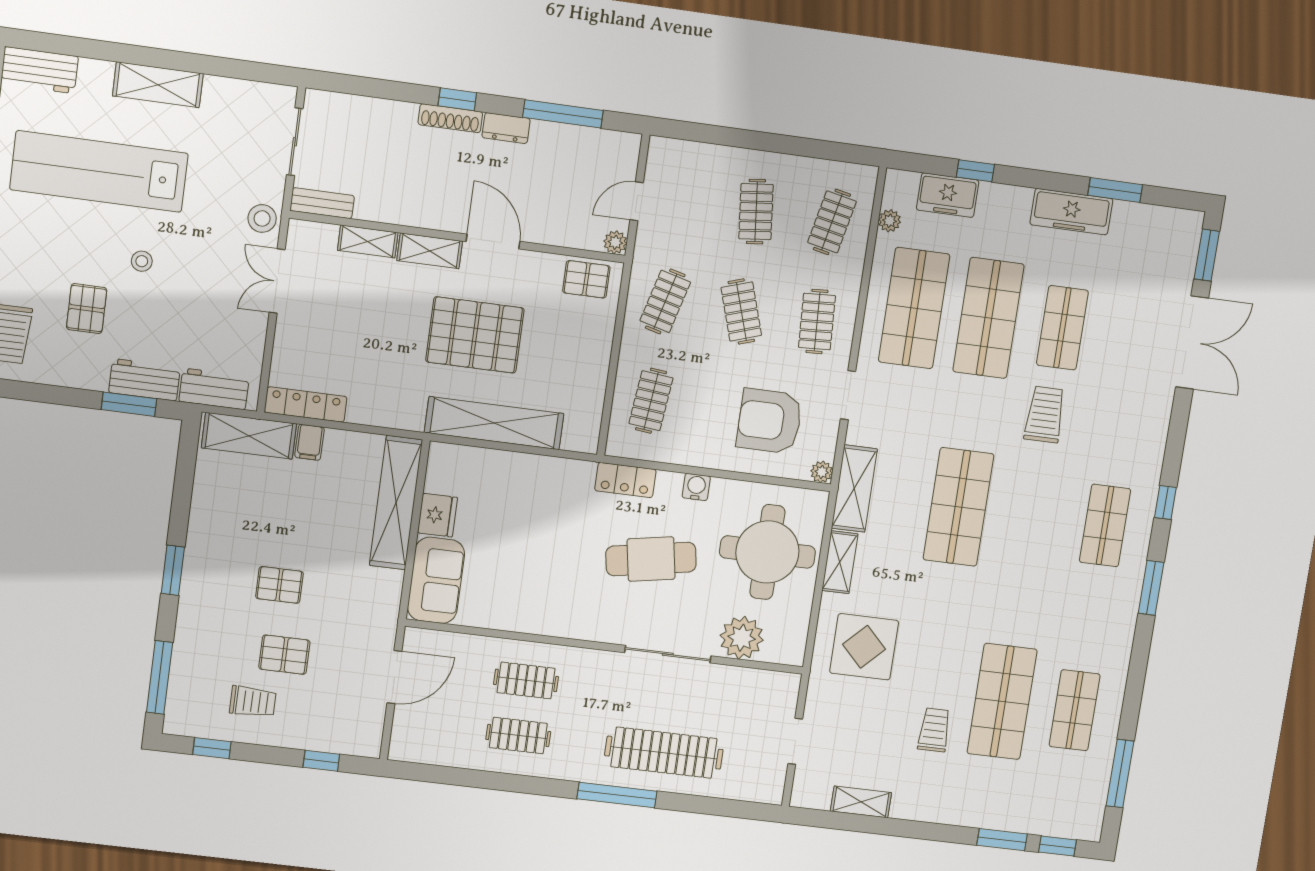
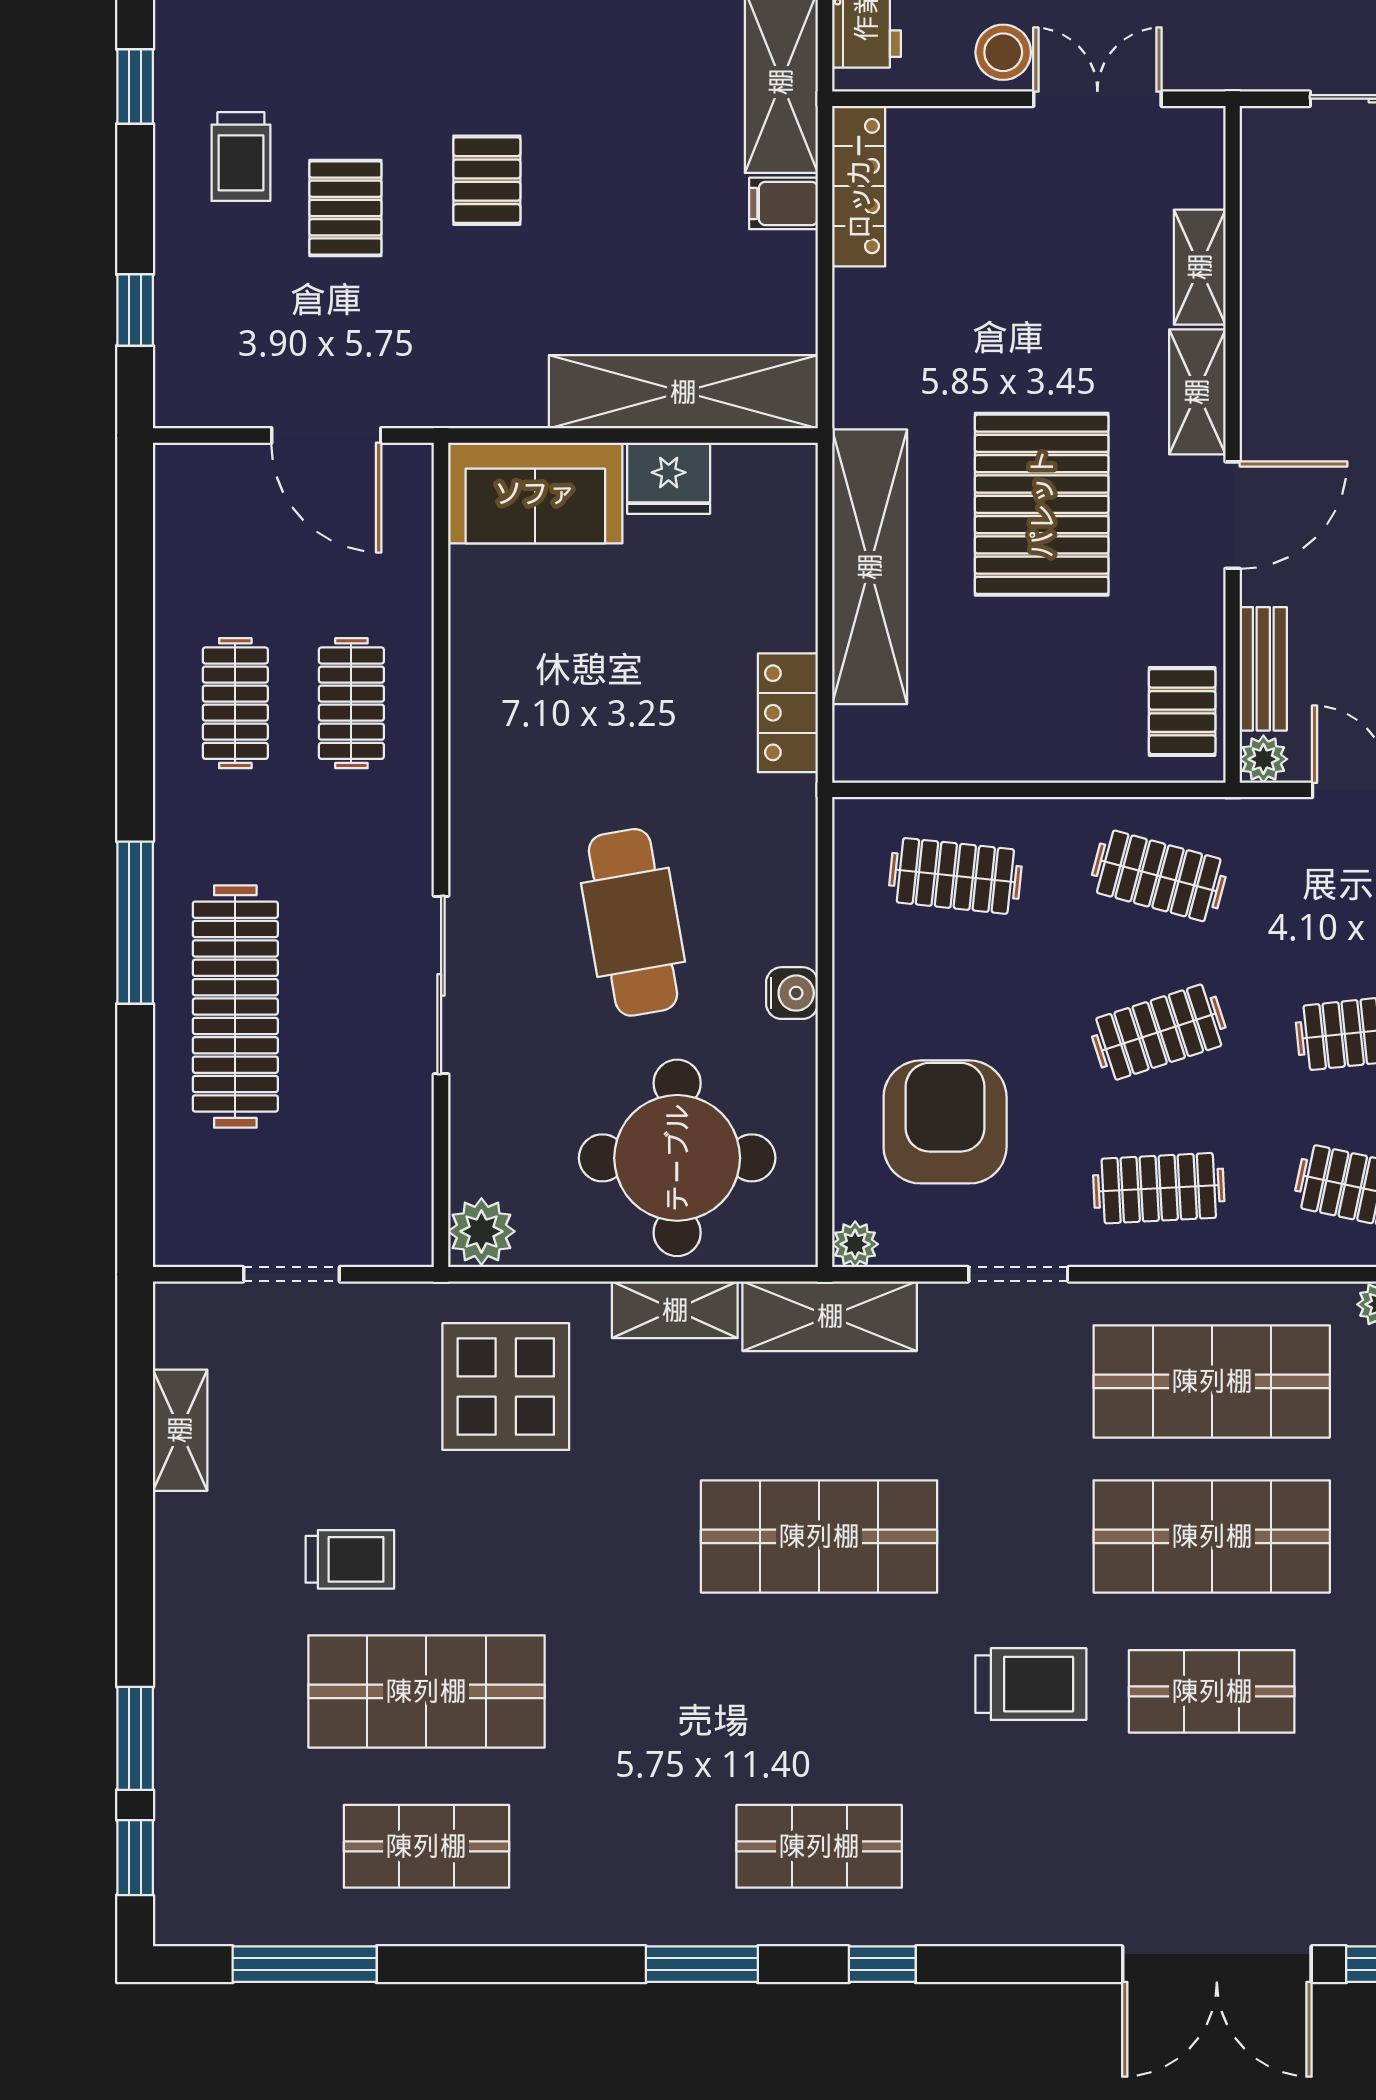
bench: (322, 203) -> (1263, 669), moved
stool: (262, 218) -> (1003, 52), moved
locker: (625, 480) -> (788, 713), moved
plant: (742, 638) -> (481, 1231), moved, width x0.73, depth x0.73

